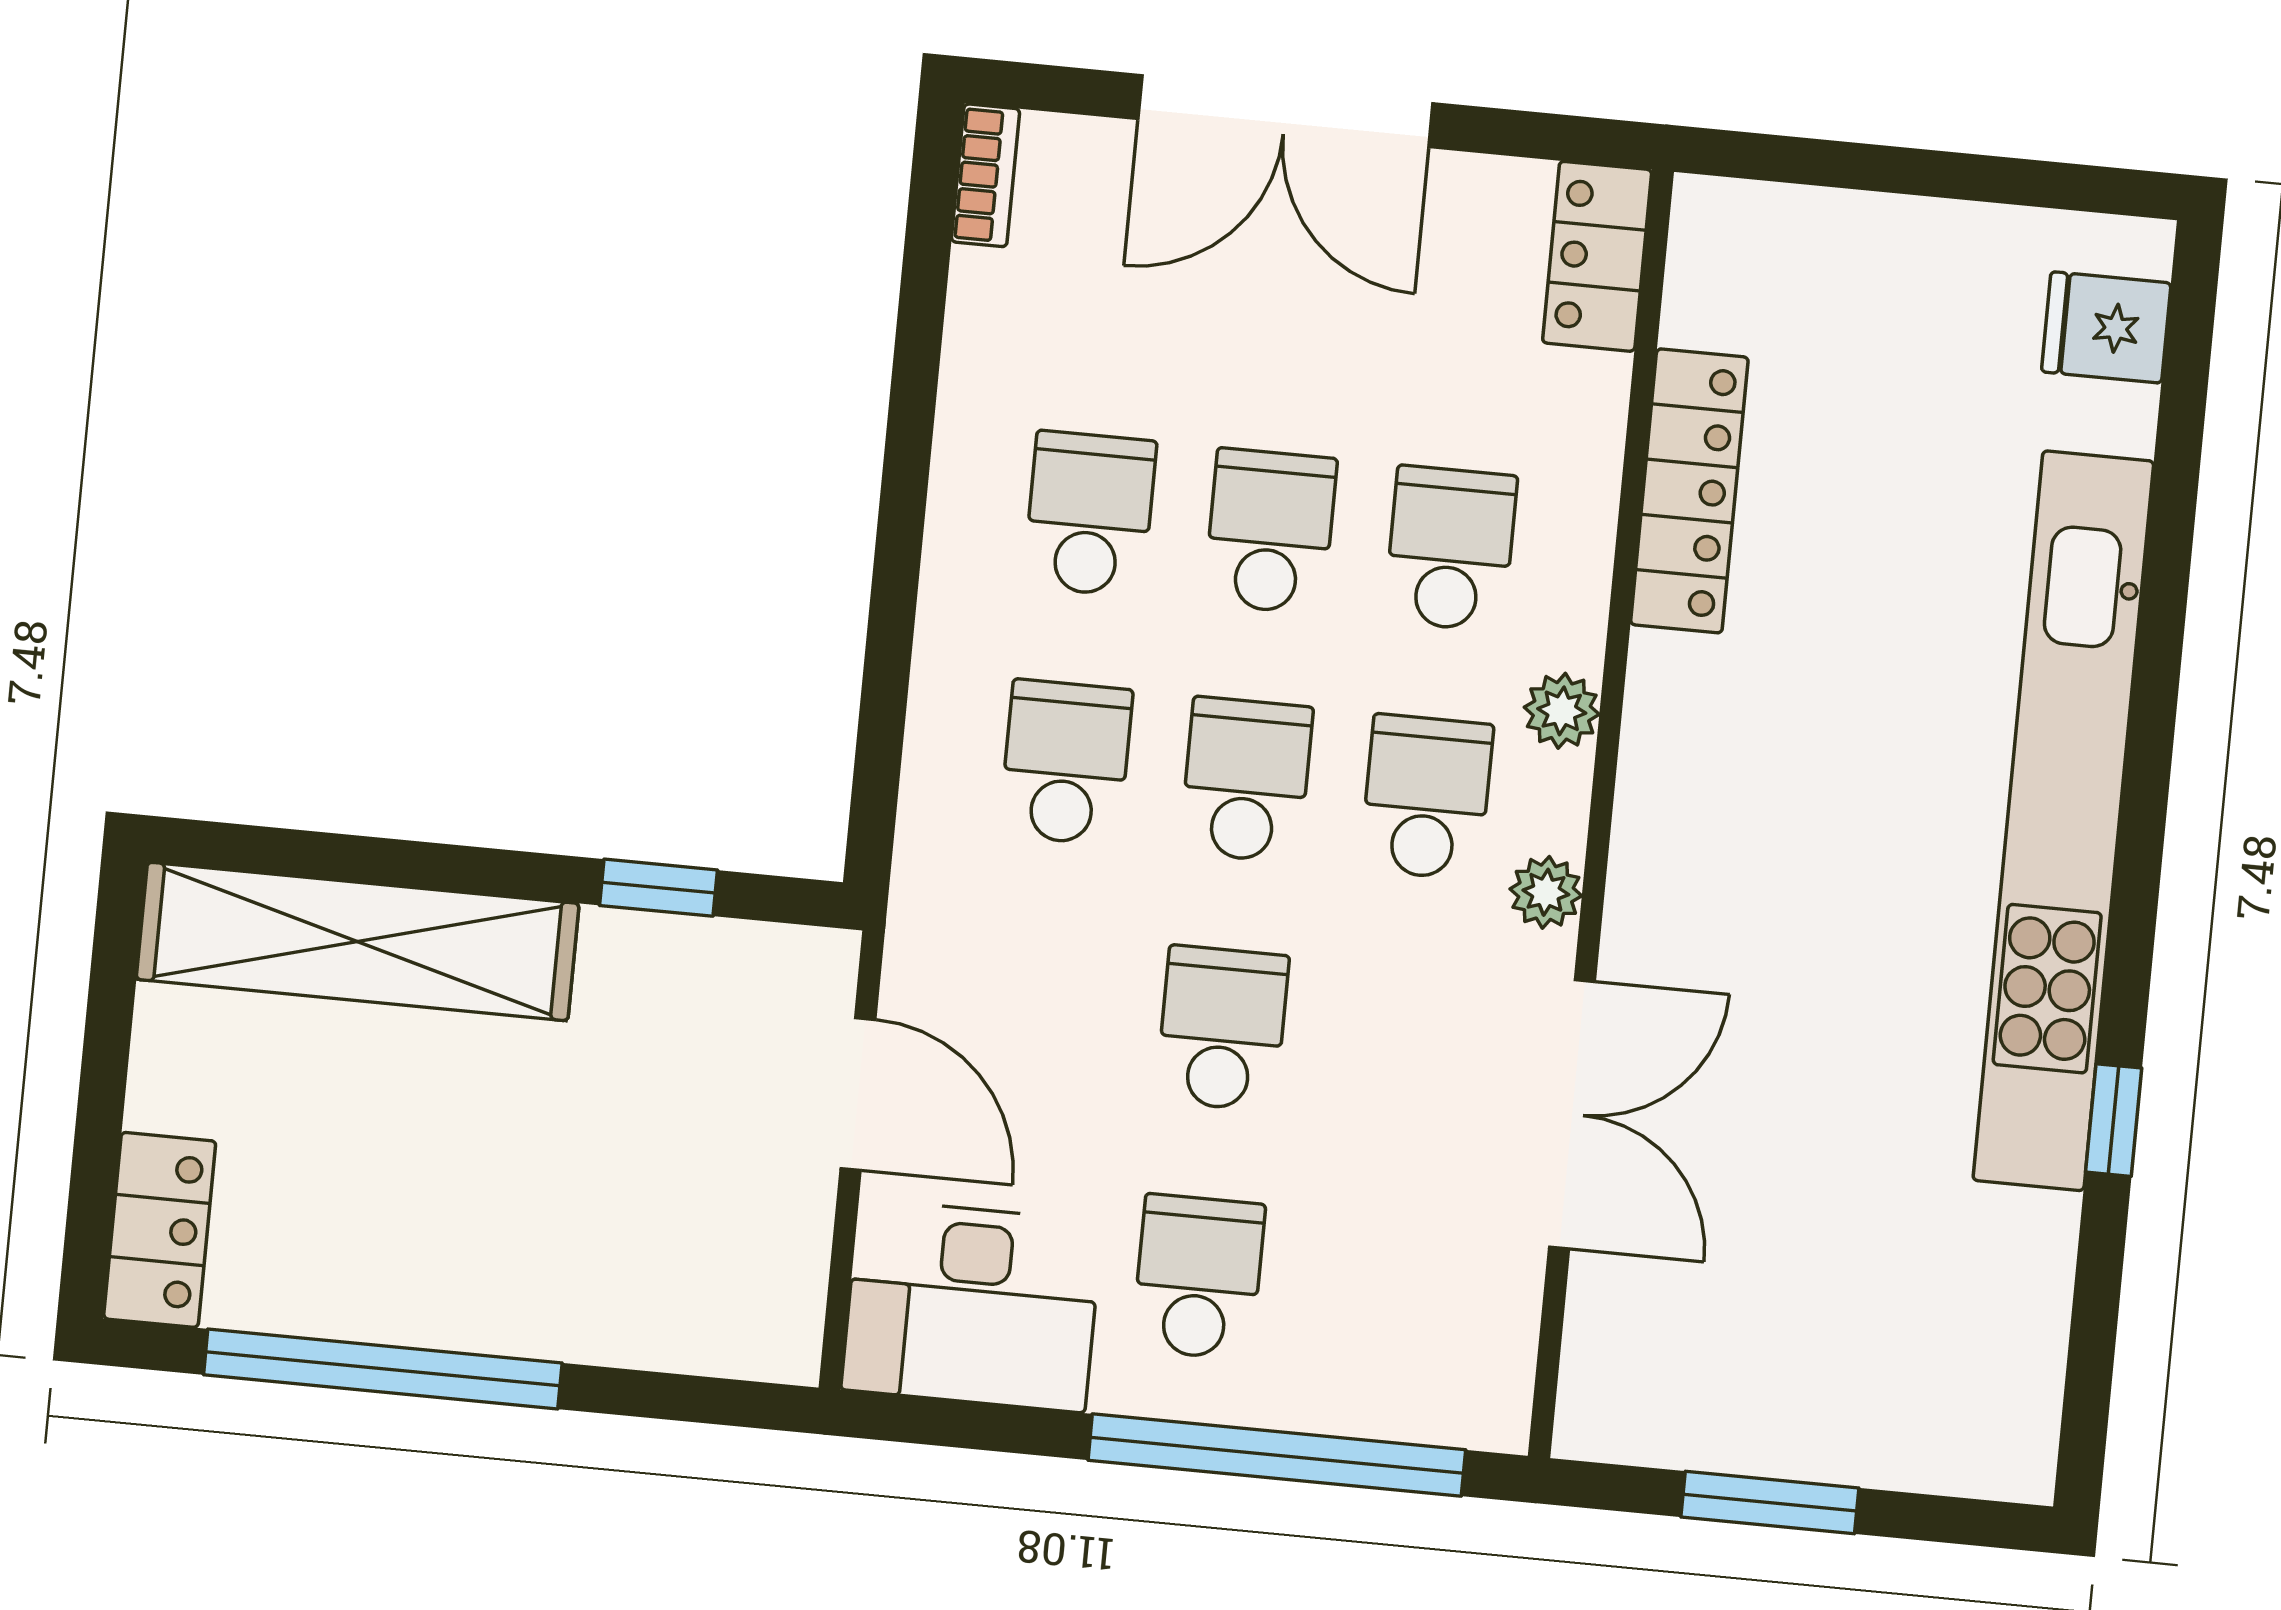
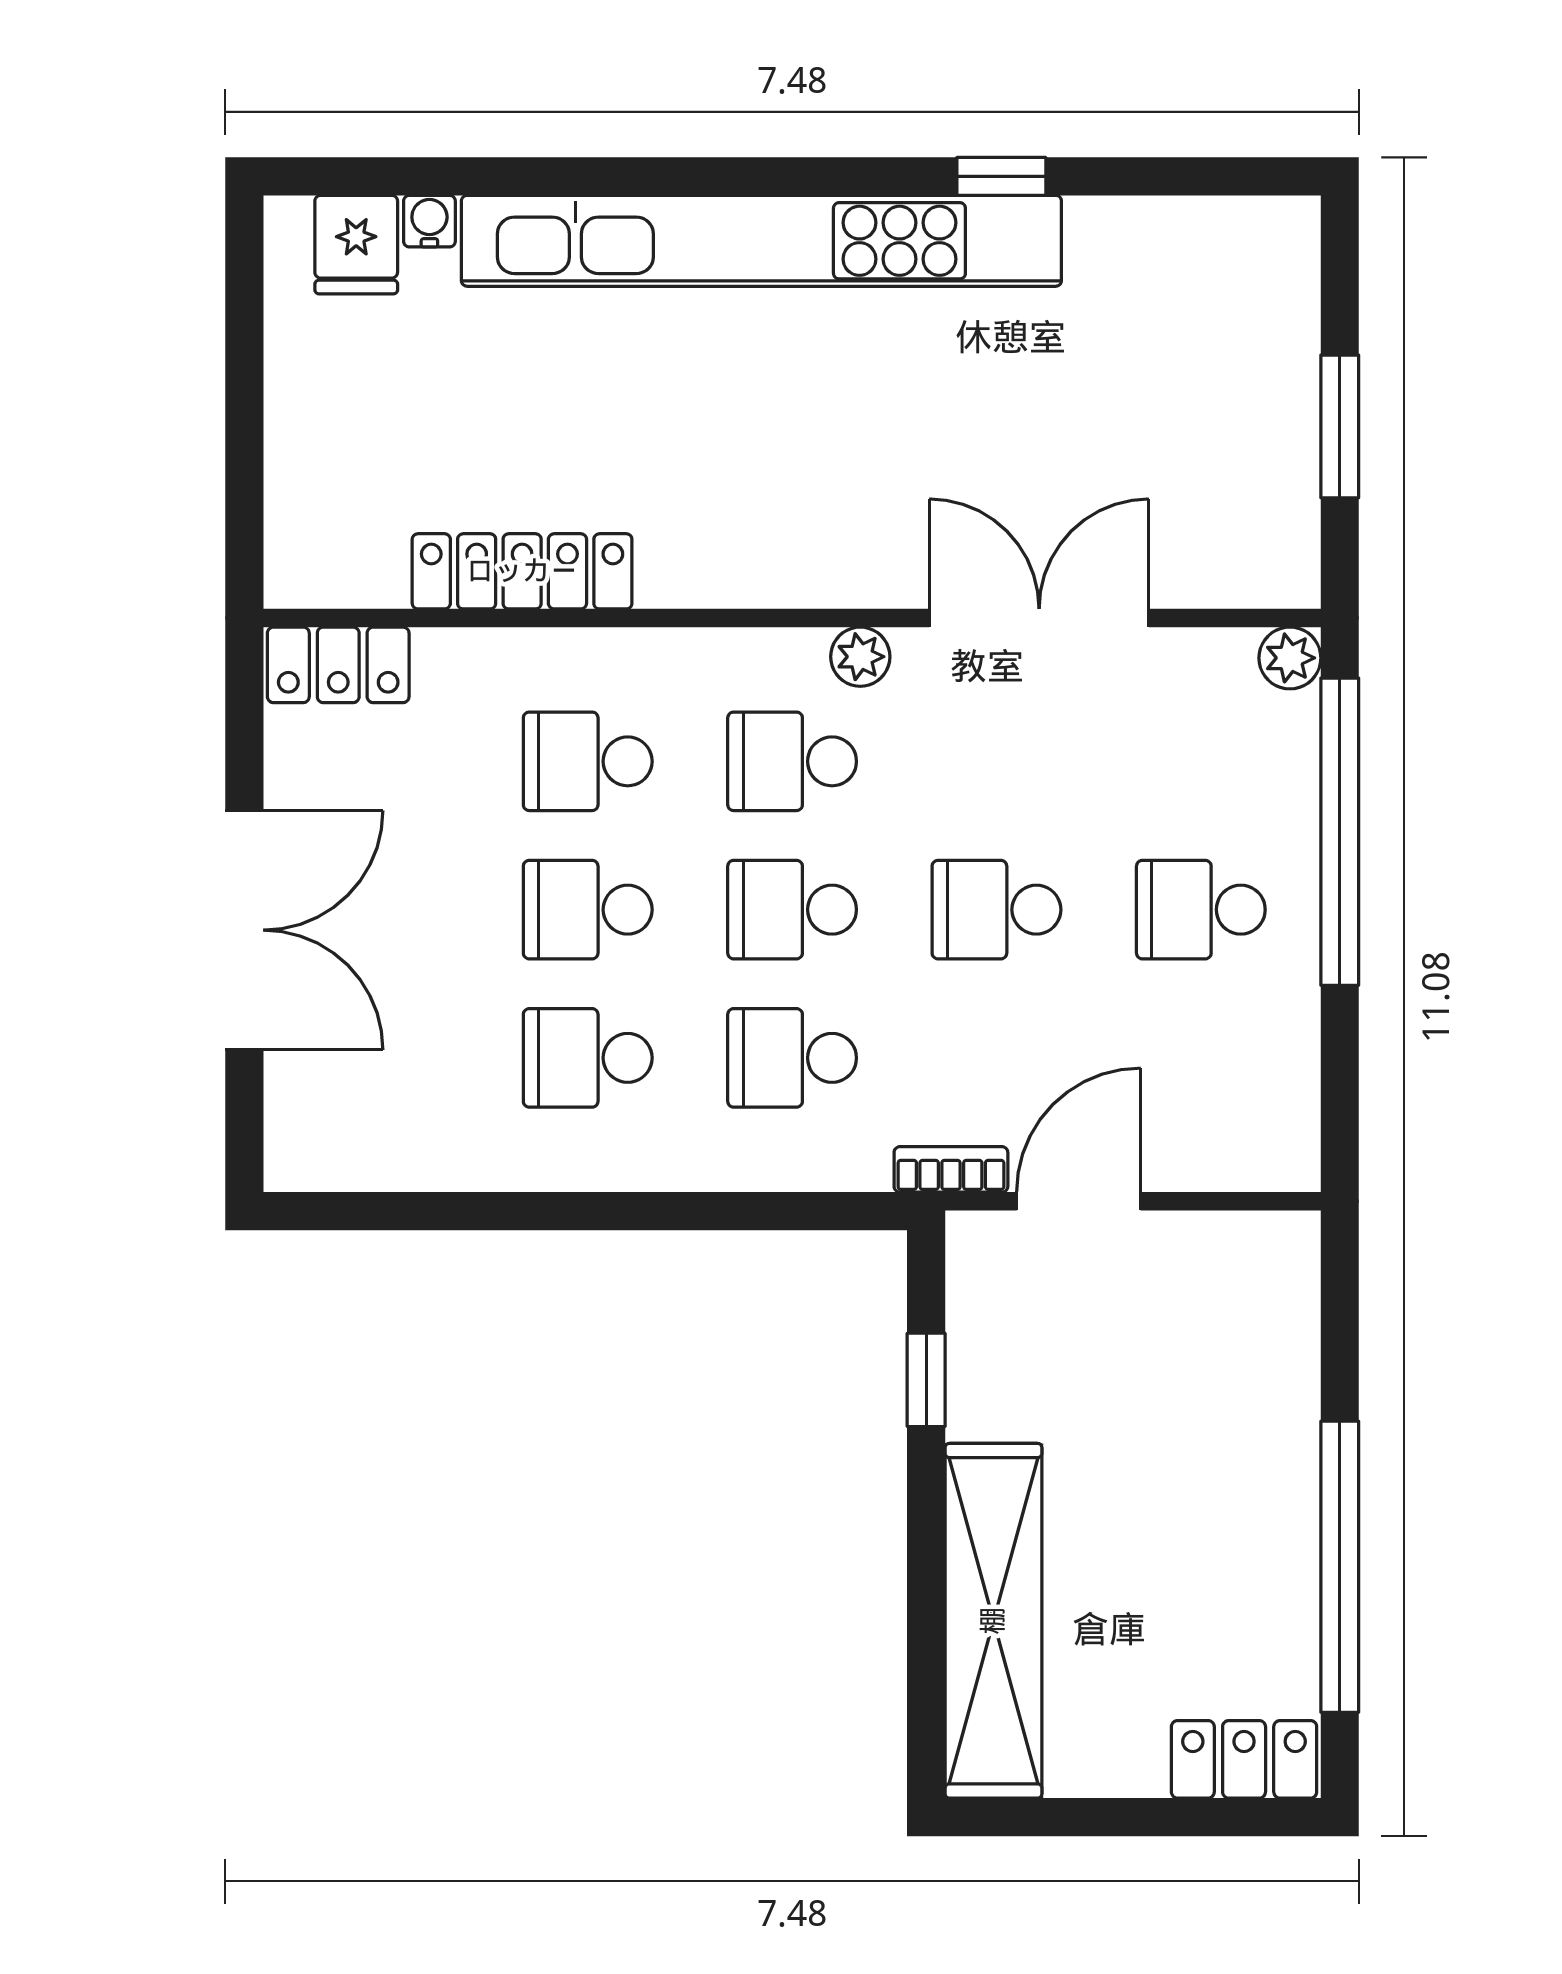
bookcase: (985, 175) -> (951, 1169), moved
water cooler: (2126, 419) -> (429, 221), added
plant: (1562, 711) -> (1290, 658), moved
desk: (972, 1306) -> (1242, 1092), removed

